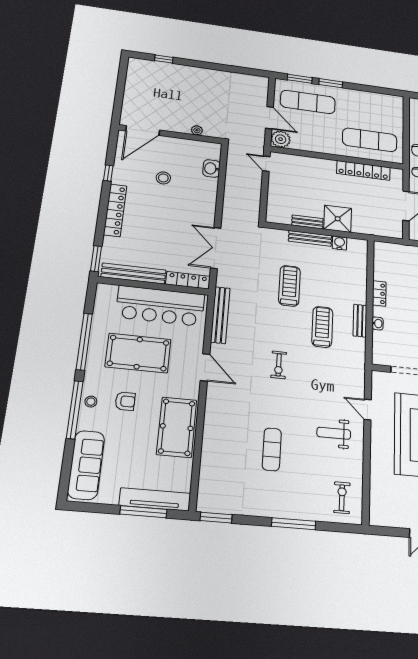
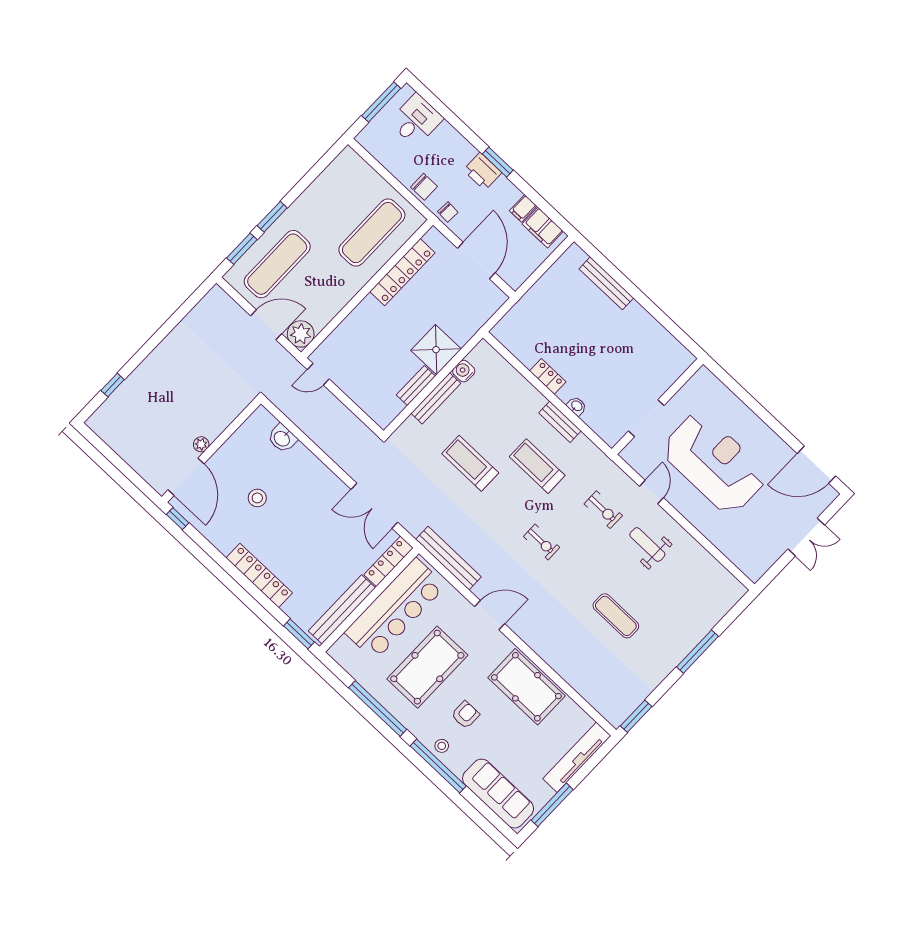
plant: (197, 130) -> (201, 444), moved
window: (108, 173) -> (178, 519), moved
door: (368, 410) -> (651, 492), swing flipped
weight bench: (334, 433) -> (647, 545), turned 90
exercise bike: (342, 498) -> (603, 510), moved, turned 180
window: (143, 512) -> (552, 805), moved

